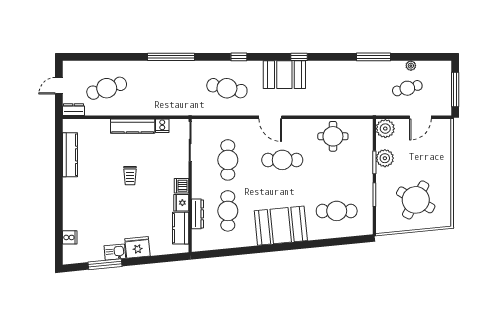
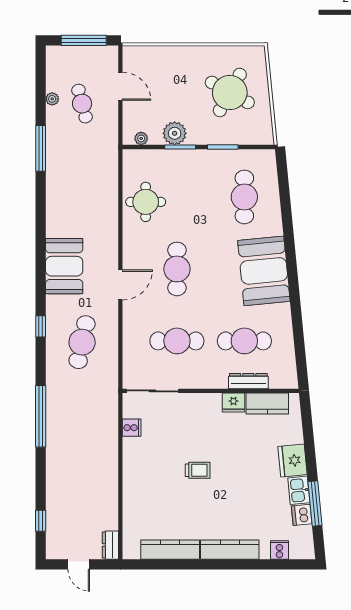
window: (299, 57) -> (41, 521), moved
cafe table: (107, 88) -> (82, 501), removed
kitchen counter: (133, 126) -> (230, 550), moved, turned -90
plant: (385, 129) -> (141, 138), width x0.53, depth x0.53
dishwasher: (181, 186) -> (302, 515), moved, turned 84

